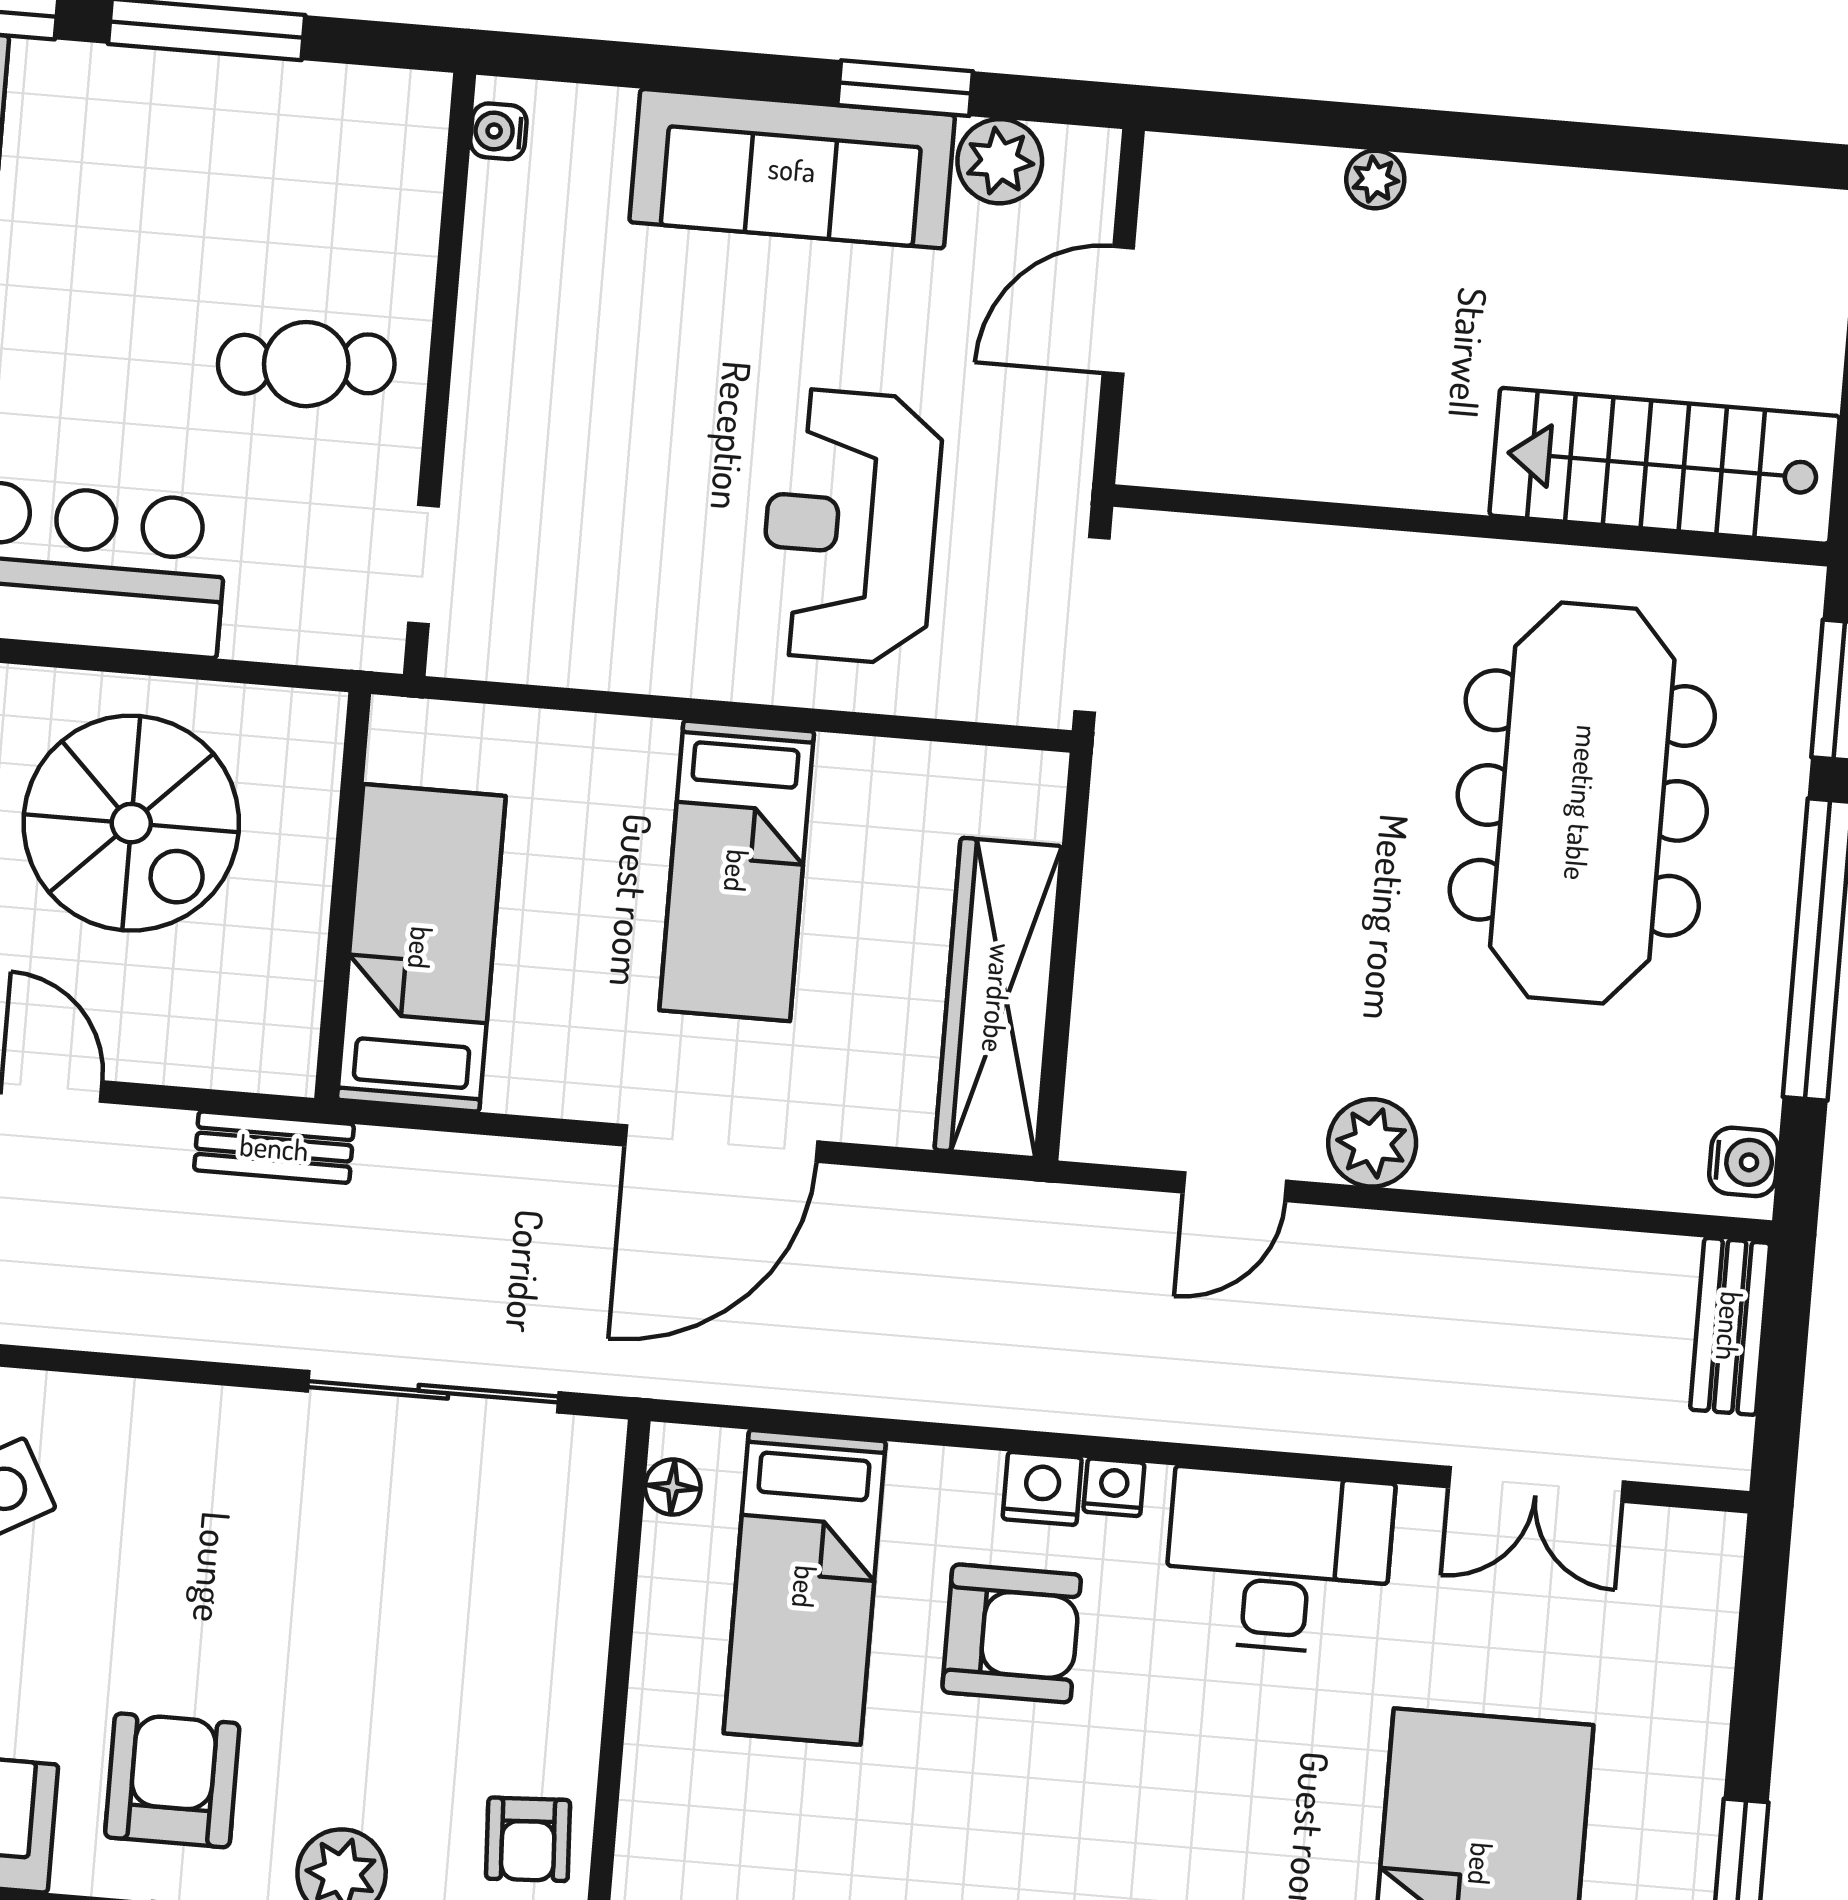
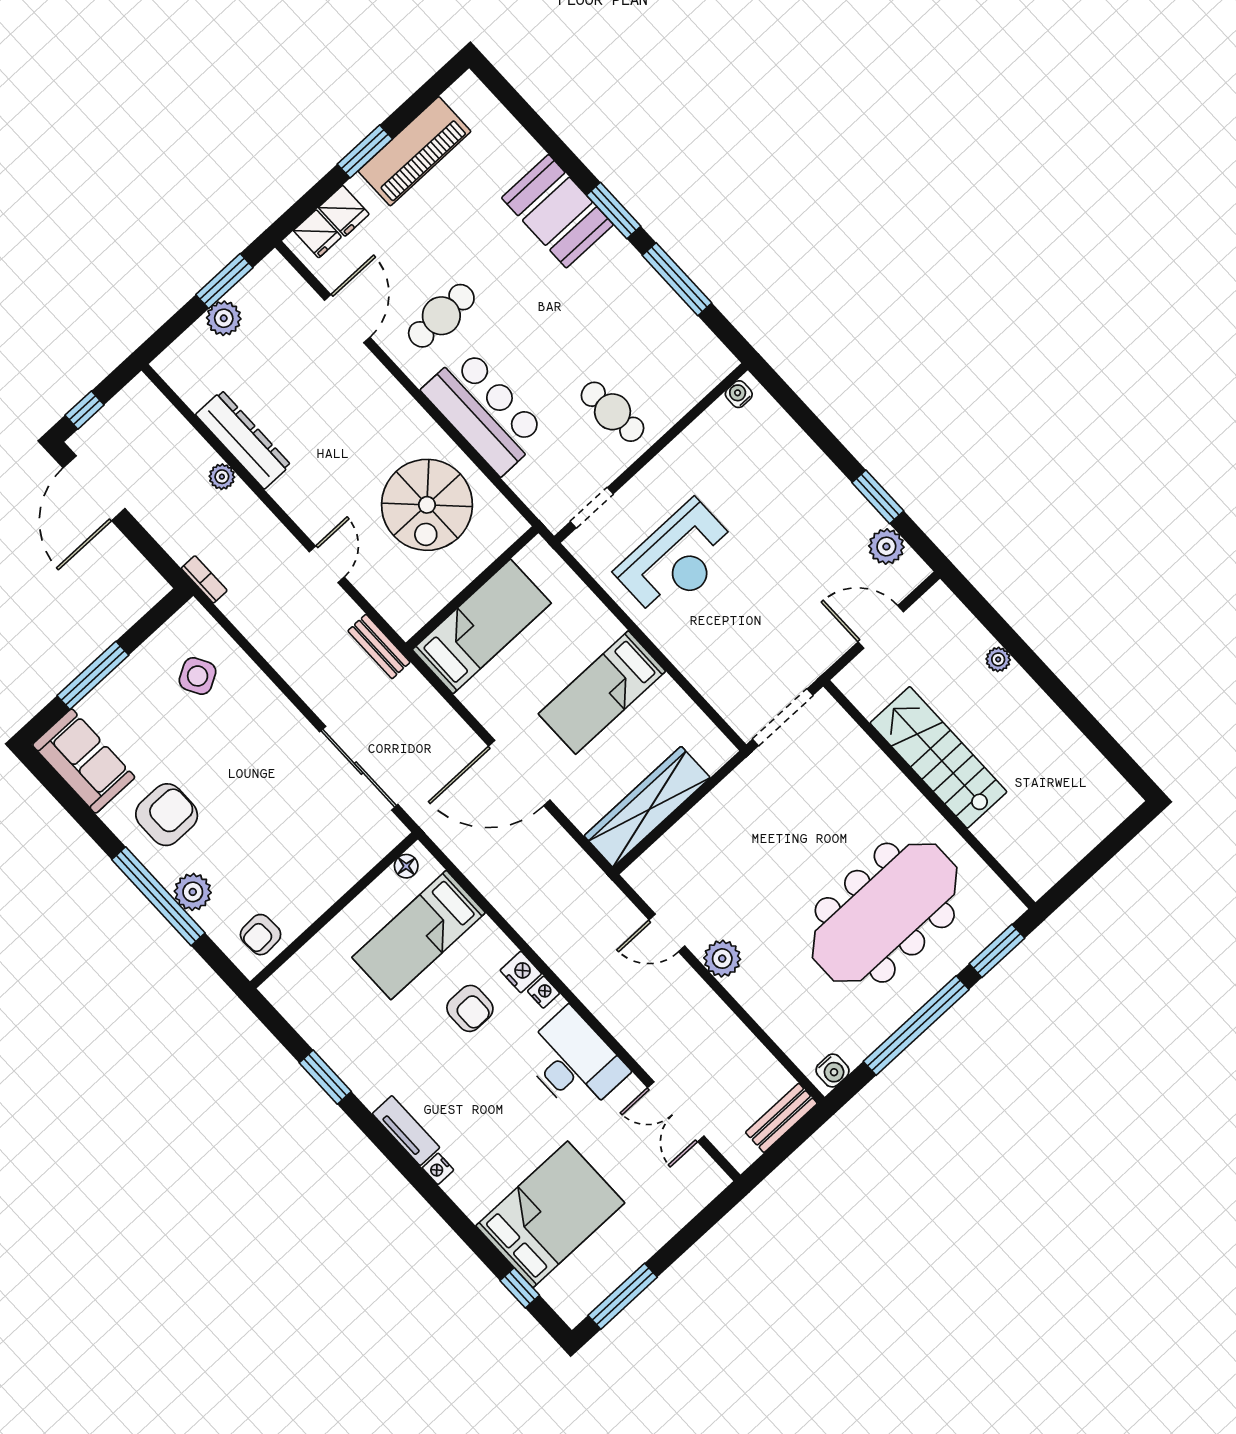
sofa: (792, 169) -> (820, 490), removed
stairs: (1665, 466) -> (938, 757), moved
reception desk: (850, 526) -> (677, 560), moved, turned 180
armchair: (1012, 1633) -> (470, 1008), width x0.72, depth x0.72

